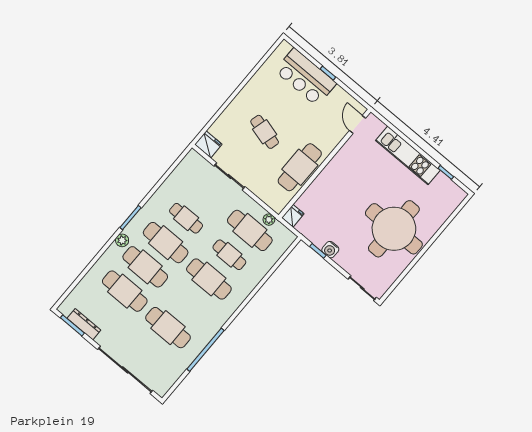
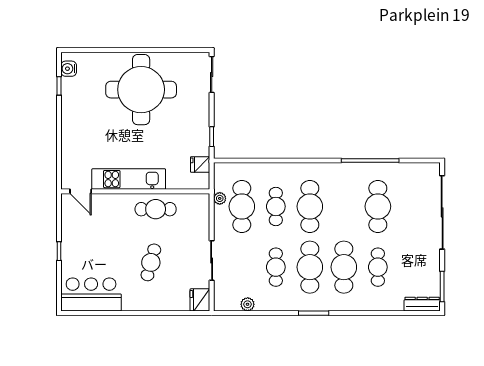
bar counter: (306, 77) -> (91, 294), moved, turned -90
door: (358, 124) -> (81, 191), hinge flipped
kitchen unit: (408, 155) -> (129, 179), moved, turned -90
cafe table: (300, 167) -> (156, 209), width x0.73, depth x0.74
fridge: (293, 216) -> (200, 165), moved
plant: (122, 240) -> (248, 304), moved
water cooler: (330, 250) -> (69, 69), moved, turned 180
cafe table: (125, 291) -> (378, 267), width x0.73, depth x0.74
dresser: (84, 324) -> (422, 304), moved, turned 90

